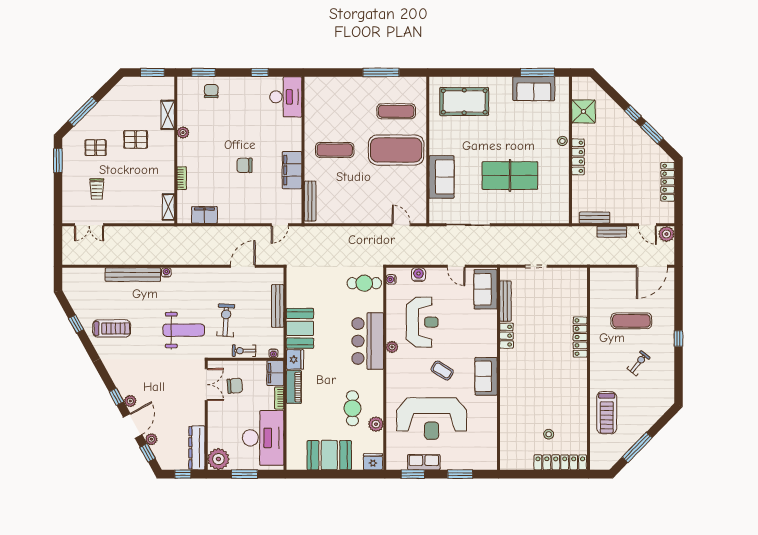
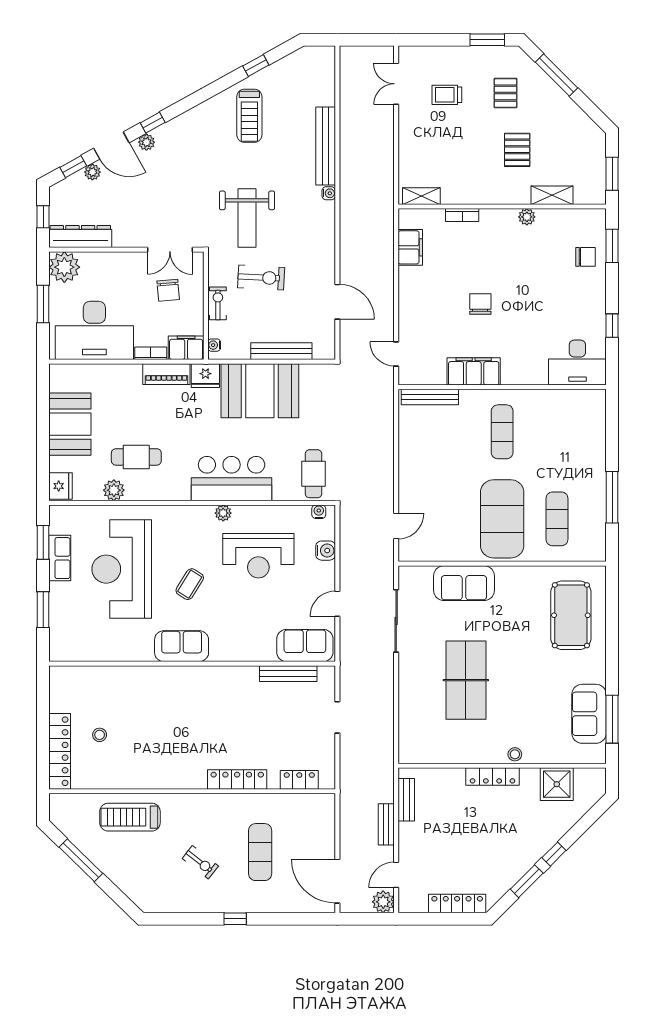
booth: (300, 328) -> (260, 391), width x1.36, depth x1.42
locker: (506, 336) -> (299, 780), moved, turned 180

